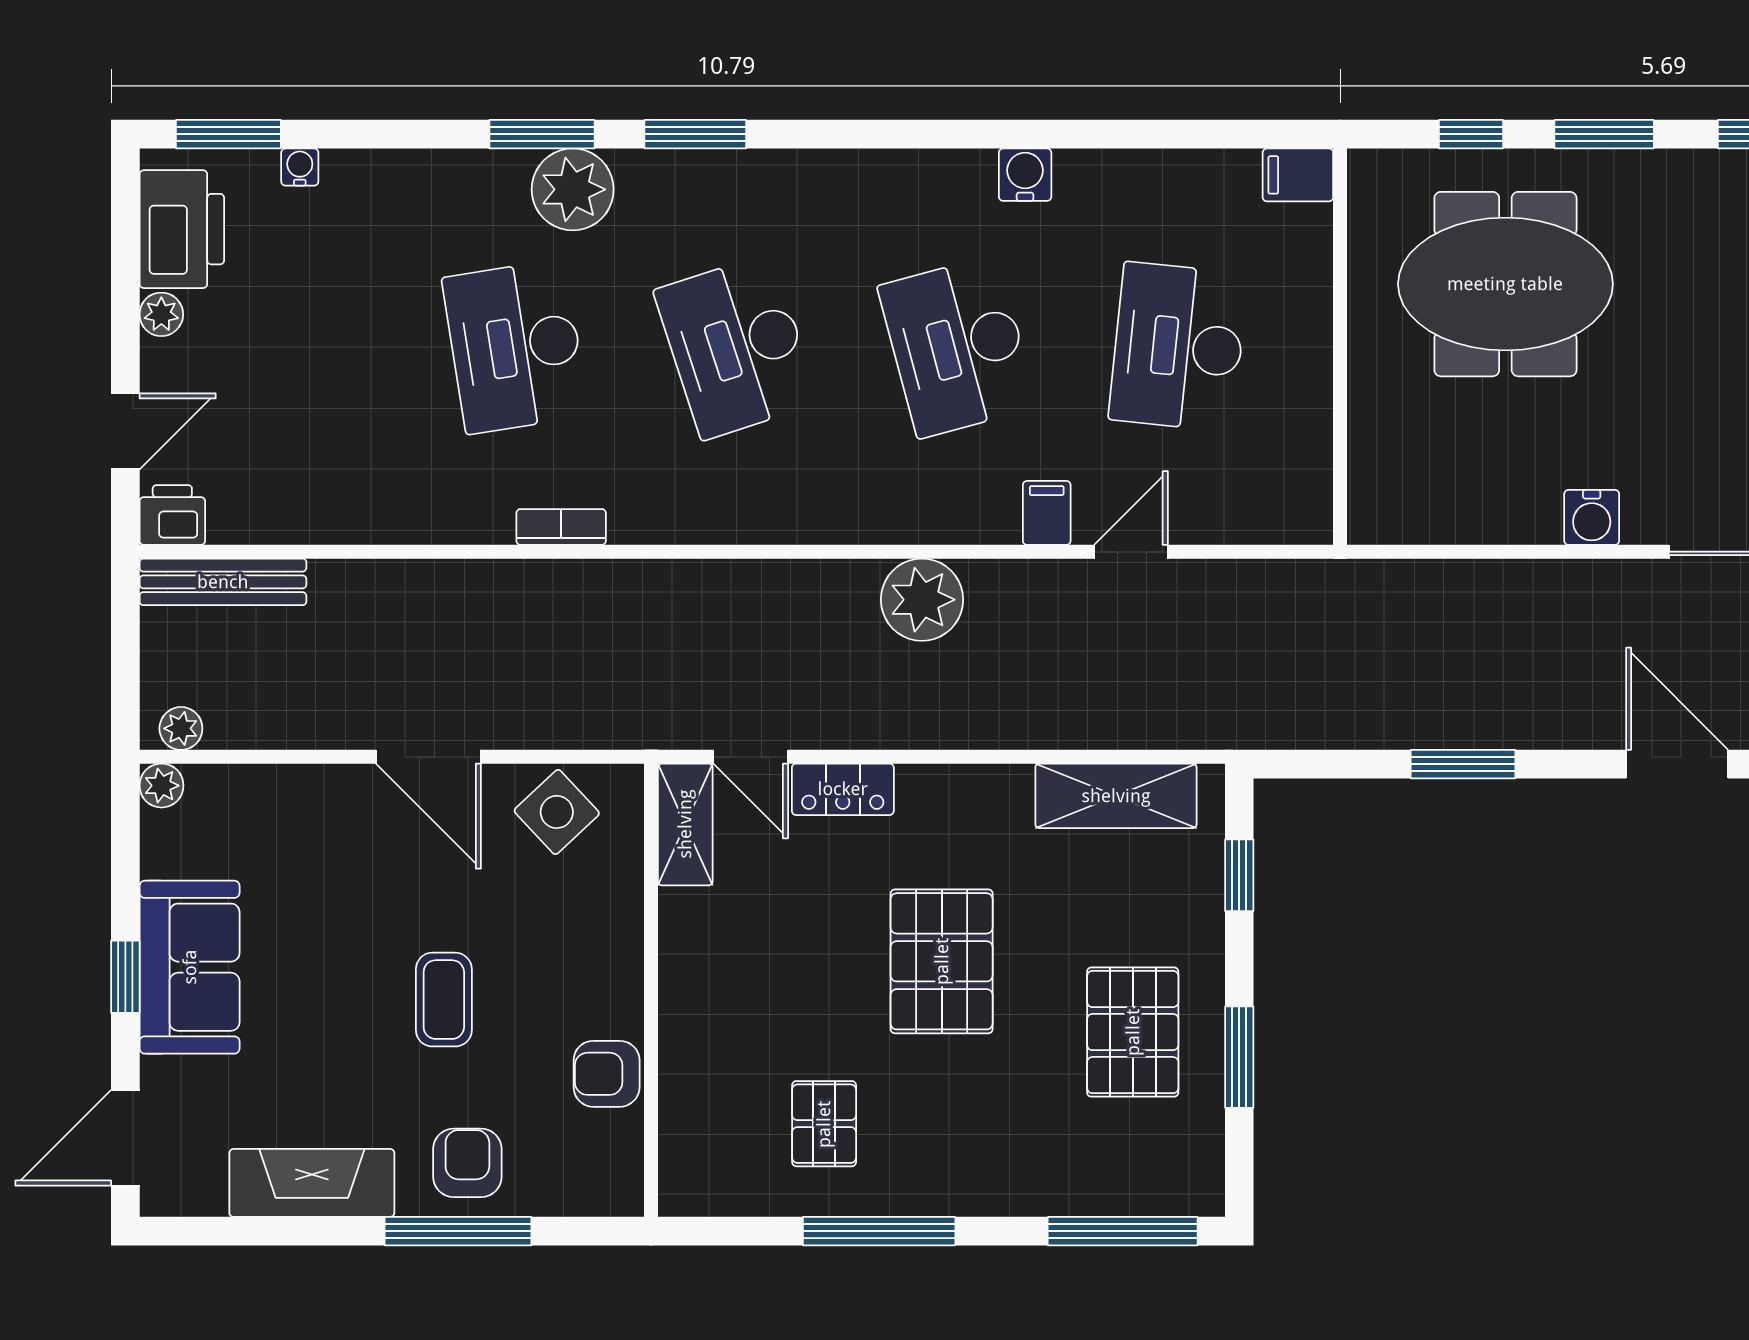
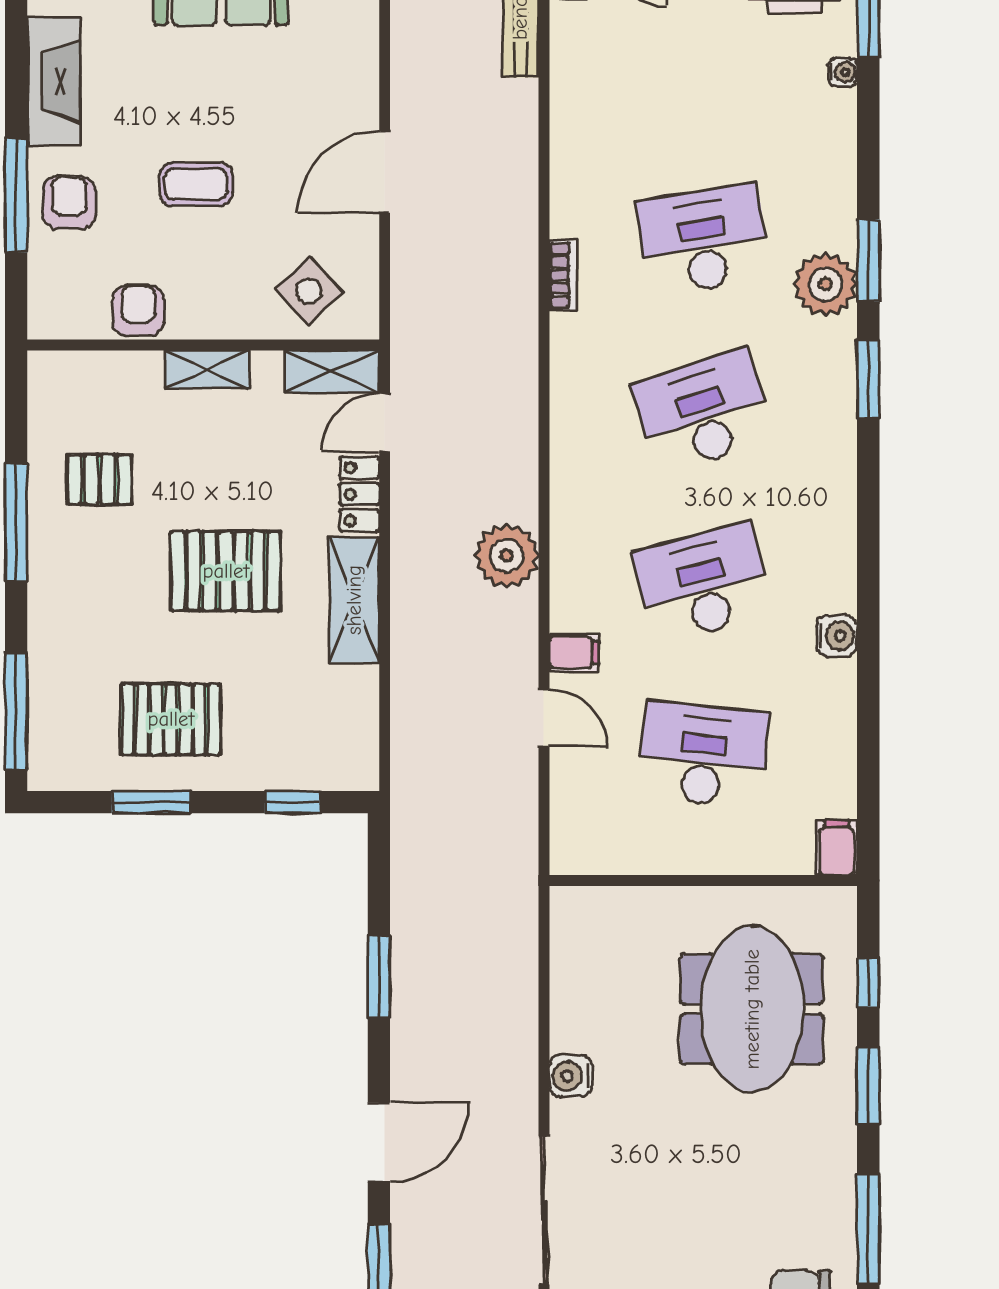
shelving: (1116, 796) -> (354, 600), moved
side table: (557, 812) -> (309, 291), moved
shelving: (682, 985) -> (207, 369), added
armchair: (467, 1163) -> (69, 202), turned -90

